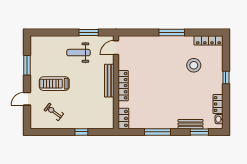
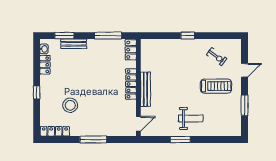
door: (116, 48) -> (138, 124), moved
bench: (109, 81) -> (145, 89), moved
wall: (116, 82) -> (138, 88), moved
locker: (123, 86) -> (131, 84), moved
locker: (123, 118) -> (131, 50), moved

